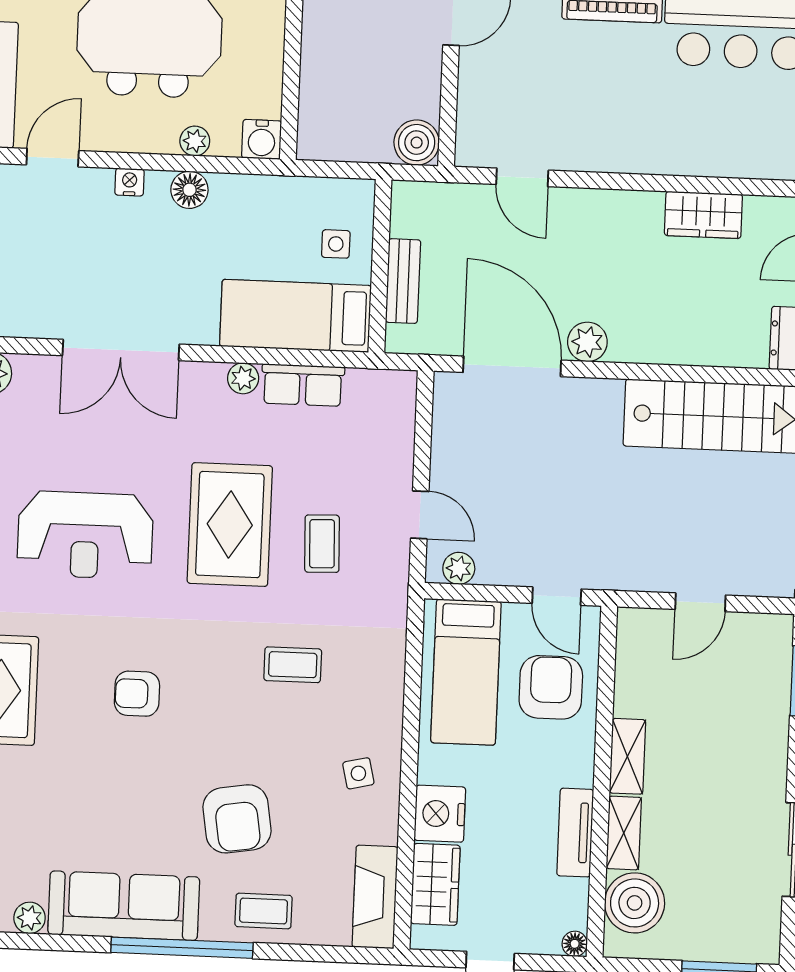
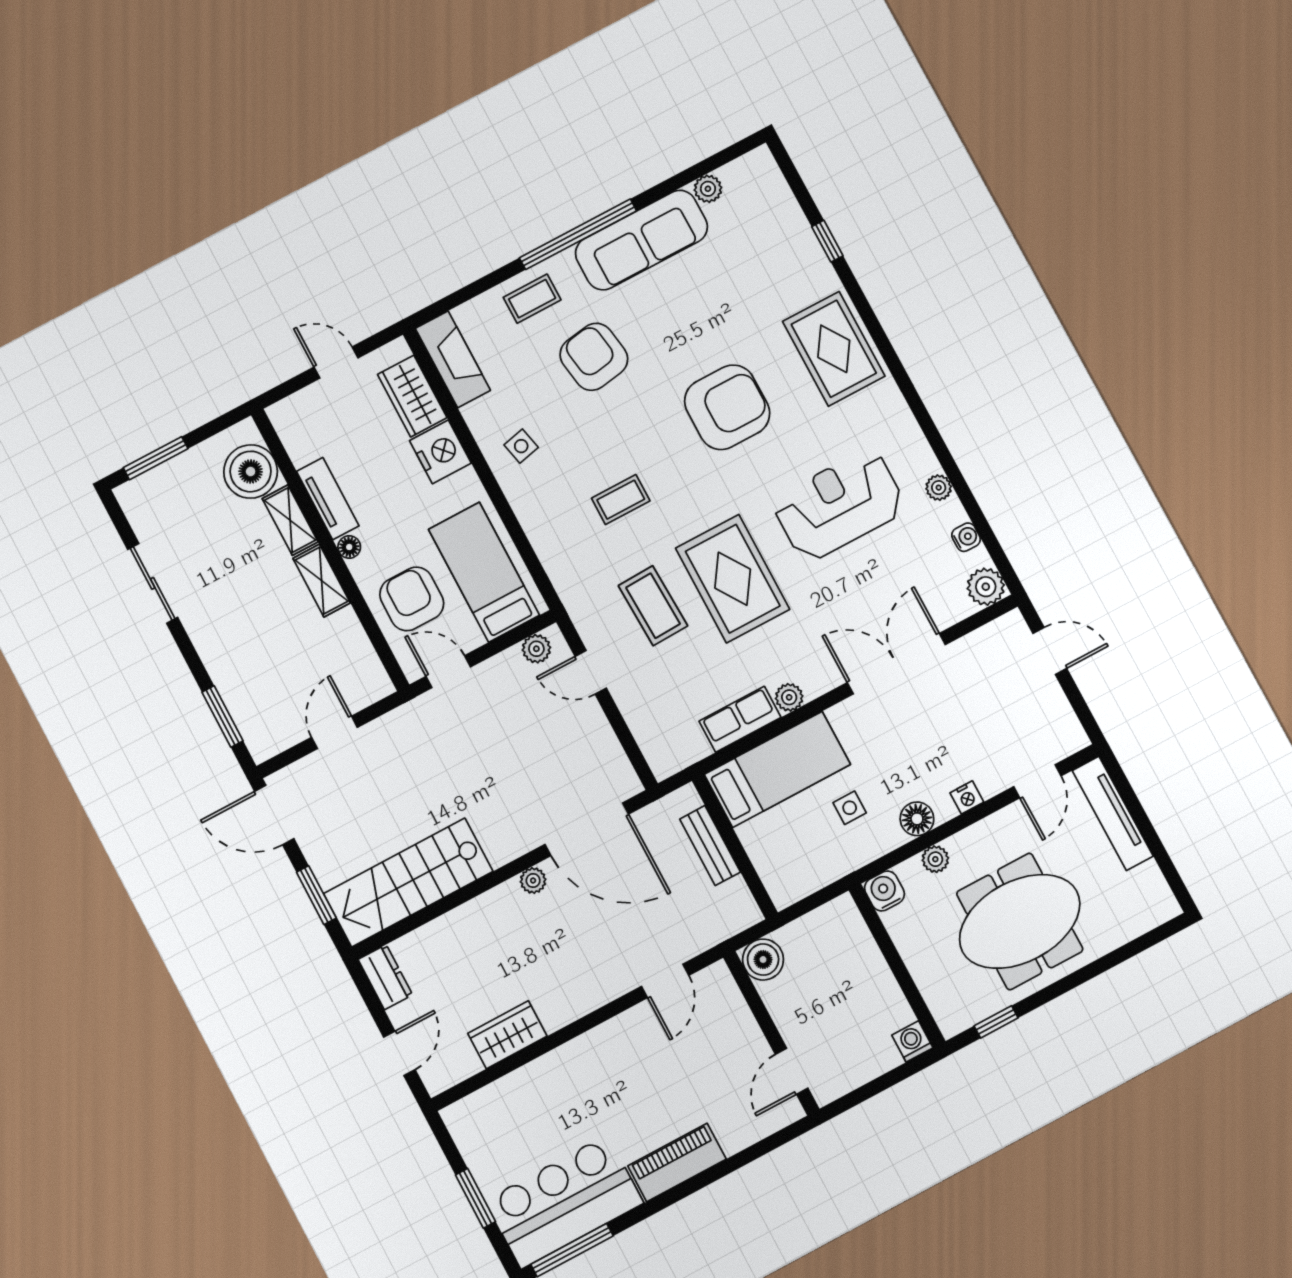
door: (522, 177) -> (665, 981), swing flipped
side table: (336, 244) -> (850, 808), moved
plant: (587, 342) -> (533, 880), width x0.73, depth x0.73
coffee table: (322, 544) -> (653, 606), width x1.36, depth x1.30
armchair: (551, 687) -> (412, 599), turned 180
armchair: (137, 694) -> (727, 407), width x1.88, depth x1.88
floor lamp: (575, 944) -> (349, 547), moved

